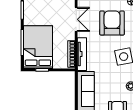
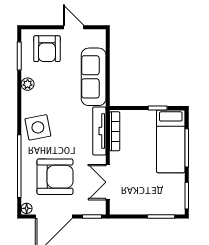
armchair: (112, 23) -> (55, 177), turned -90
bed: (38, 47) -> (171, 141), width x0.67

